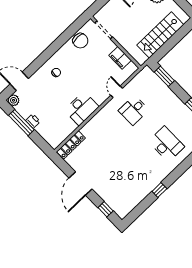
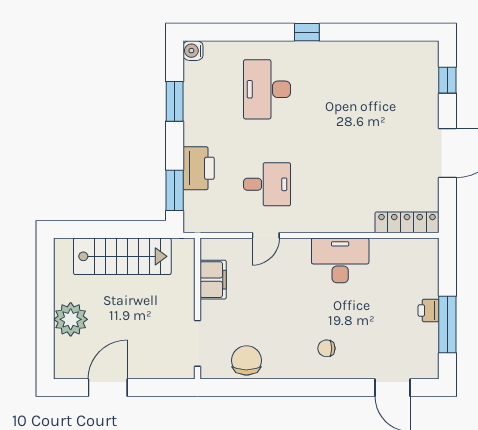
printer: (164, 92) -> (199, 168), added
plant: (14, 100) -> (428, 368), removed
window: (159, 190) -> (307, 32), moved

